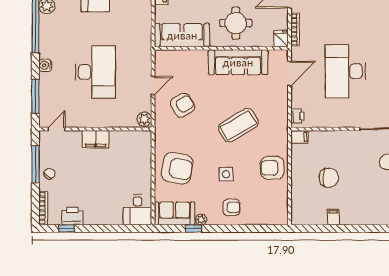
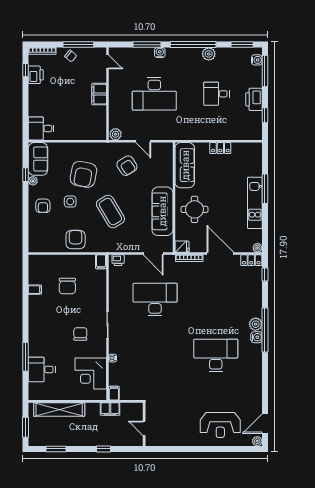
window: (35, 96) -> (147, 45), moved
armchair: (177, 168) -> (83, 174), moved

